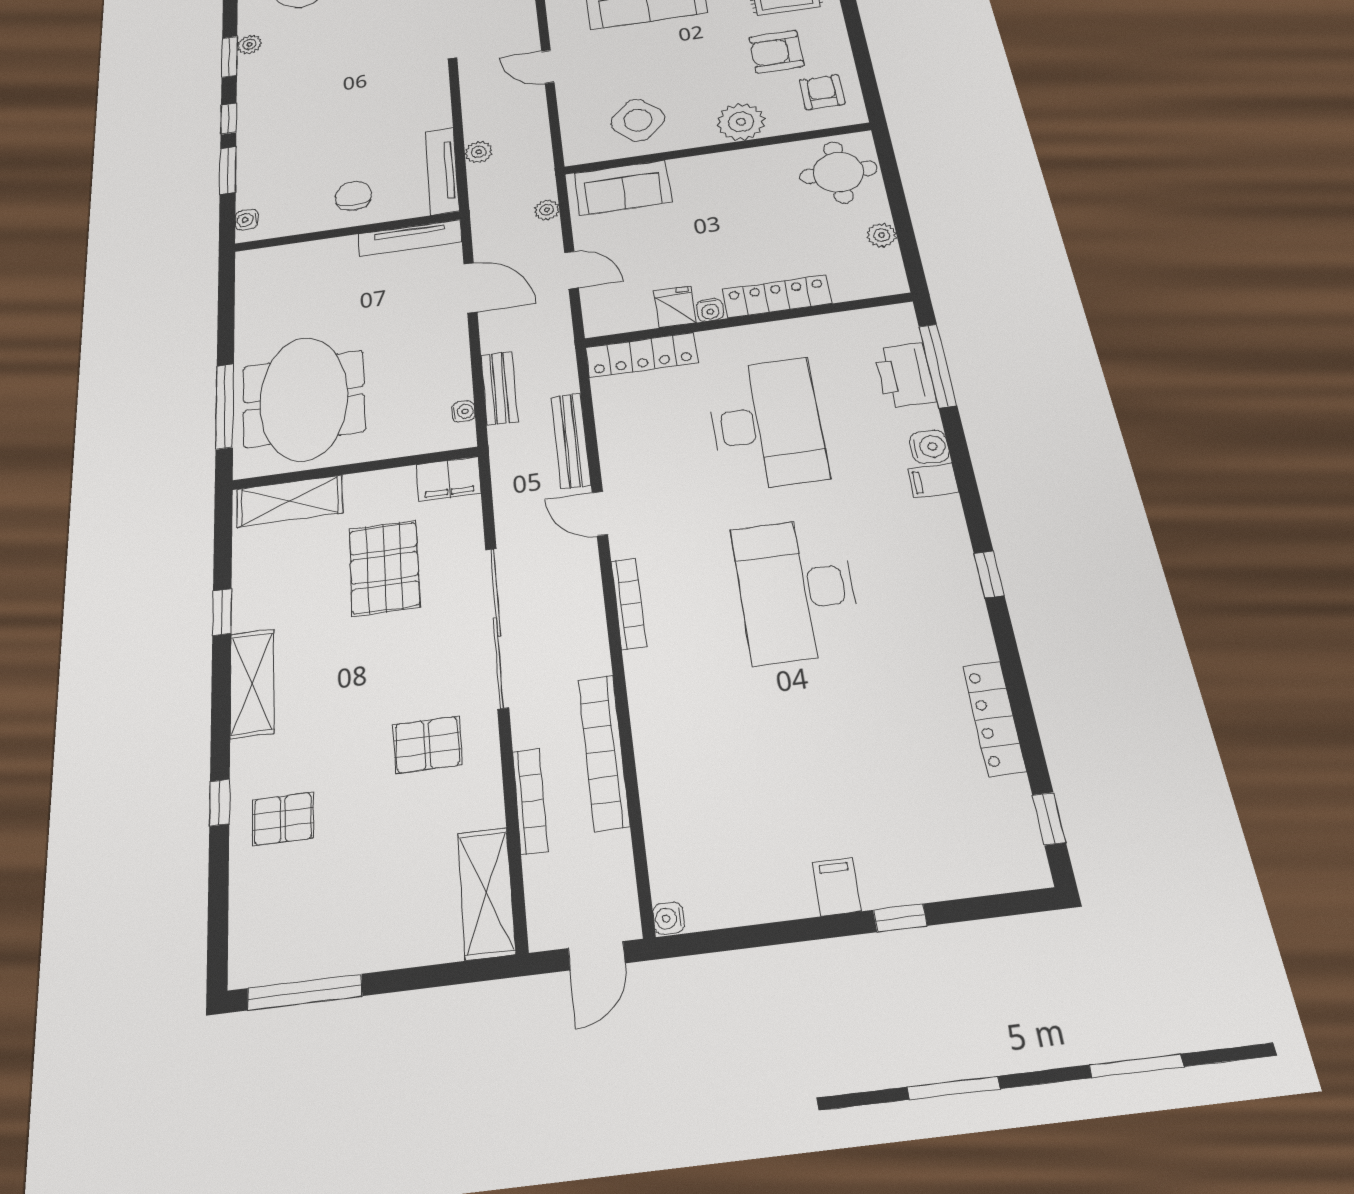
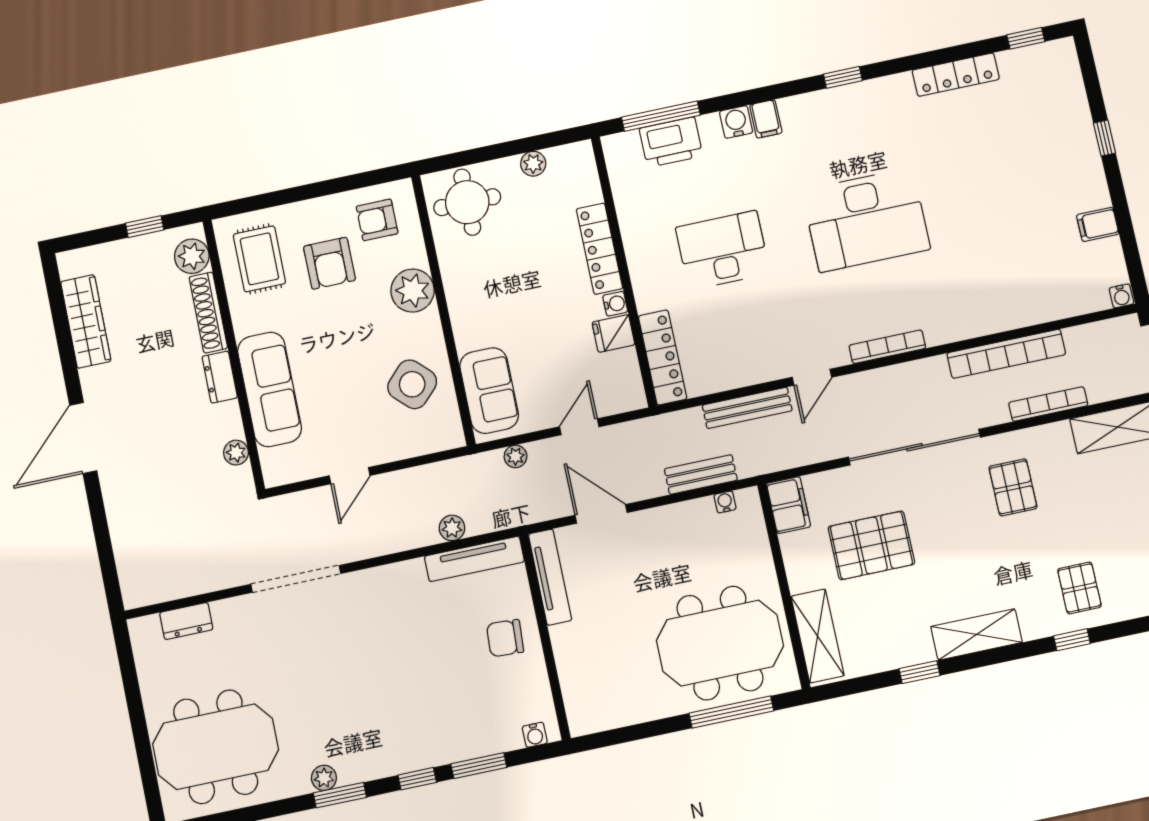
door: (470, 288) -> (601, 514), hinge flipped
desk: (766, 424) -> (723, 250), width x0.73, depth x0.77
filing cabinet: (837, 887) -> (1098, 224), moved

